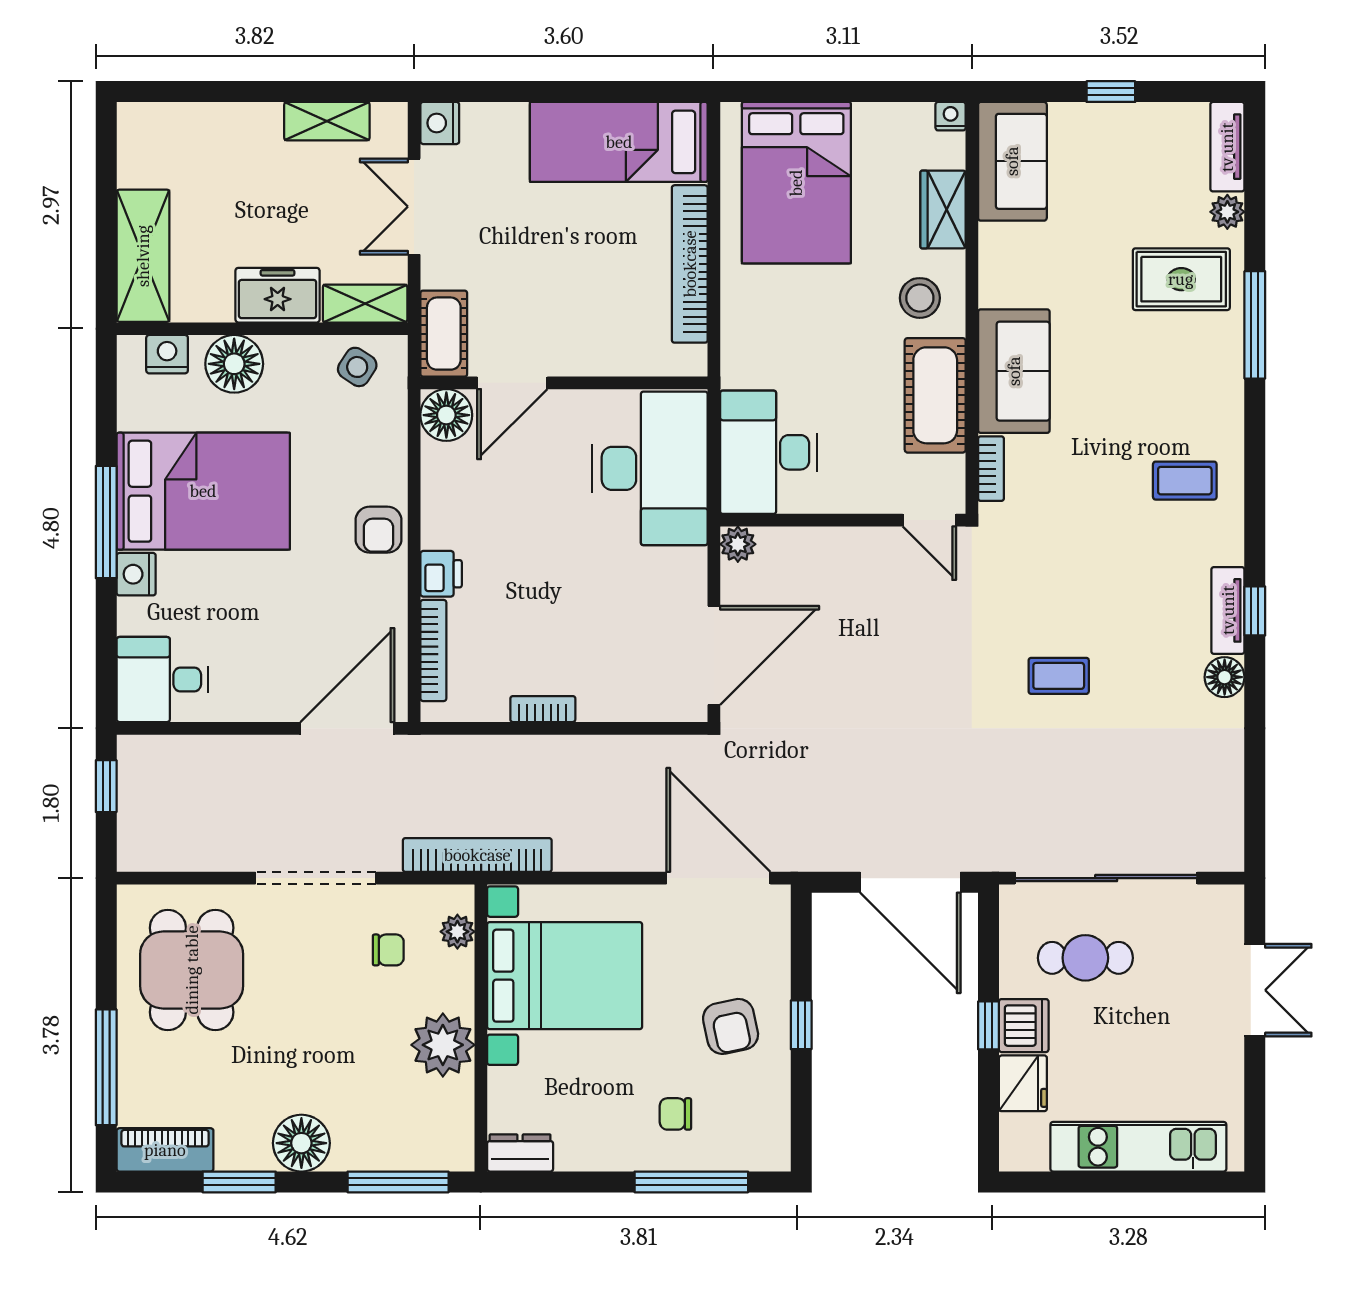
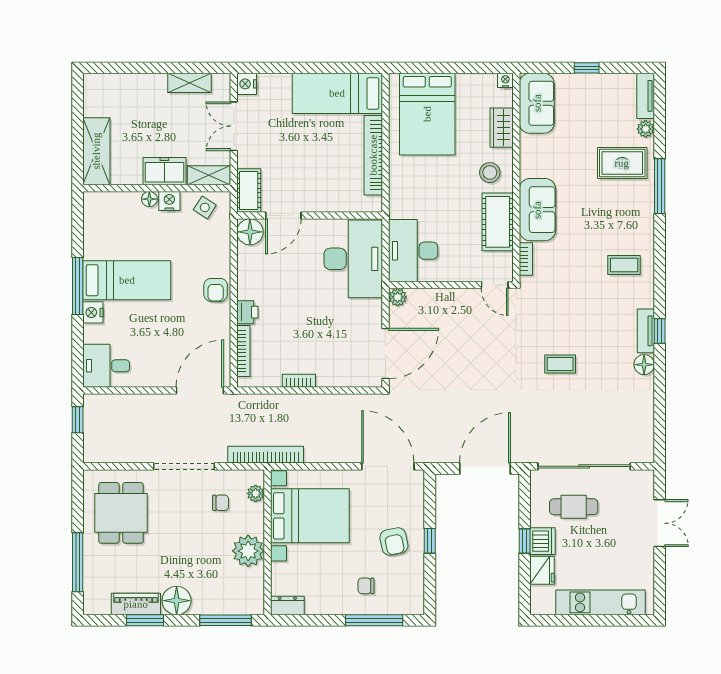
nightstand: (167, 354) -> (169, 201), moved
floor lamp: (234, 364) -> (149, 199), width x0.53, depth x0.53
bed: (203, 491) -> (127, 280), width x0.67
door: (910, 882) -> (485, 468), swing flipped
piano: (165, 1150) -> (136, 604), moved

